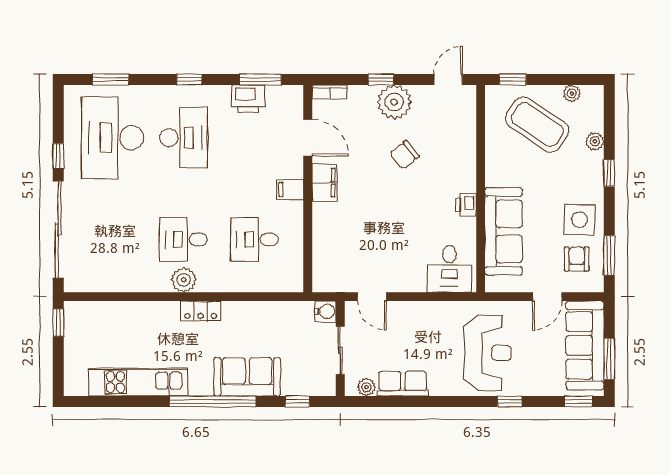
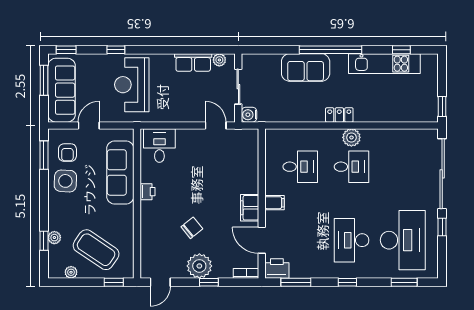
printer: (248, 99) -> (277, 268), moved
window: (609, 173) -> (44, 241), moved
window: (297, 401) -> (401, 50), moved

